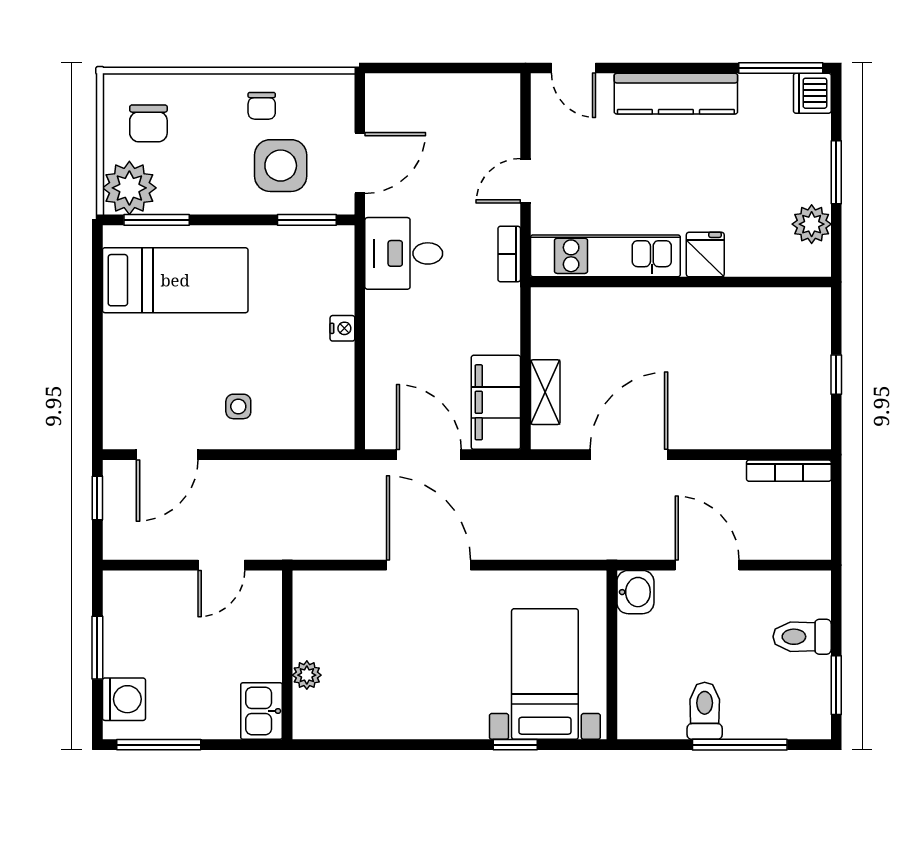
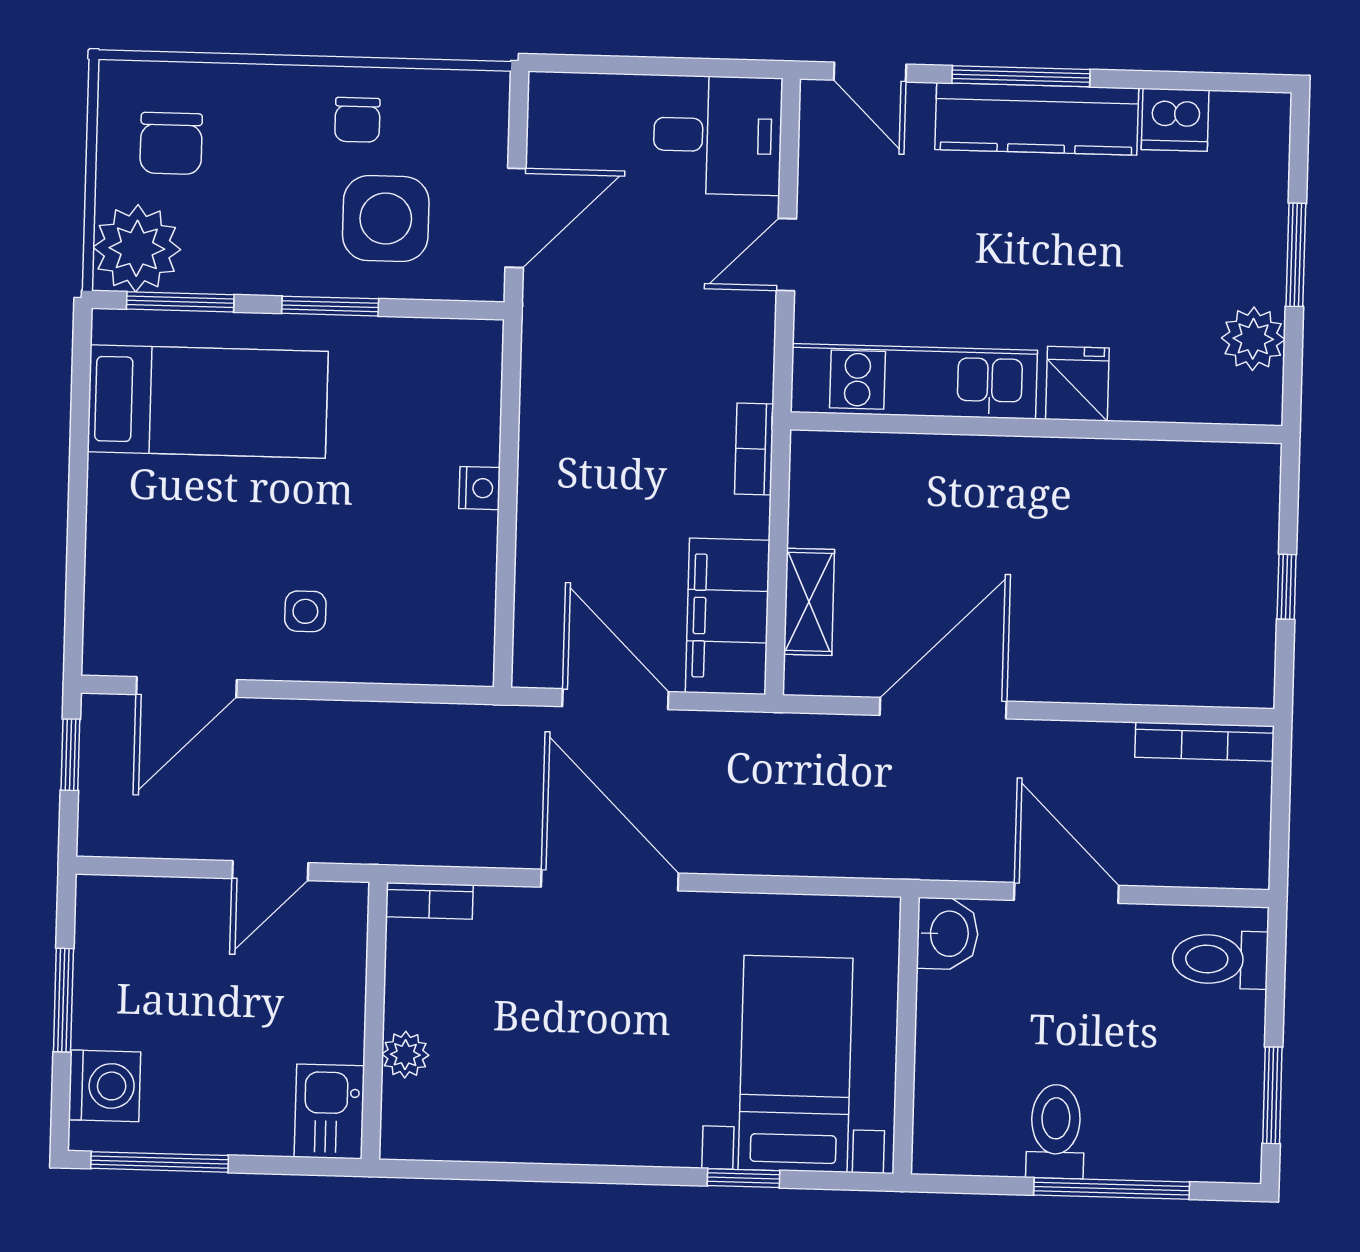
window: (781, 68) -> (1021, 76), moved
dishwasher: (812, 93) -> (1175, 120), moved, turned -90
window: (307, 220) -> (330, 306), moved
desk: (404, 253) -> (718, 135), moved, turned 180
bookcase: (509, 254) -> (754, 449), moved
bookcase: (319, 581) -> (429, 901), added
toilet: (802, 637) -> (1220, 959), moved

